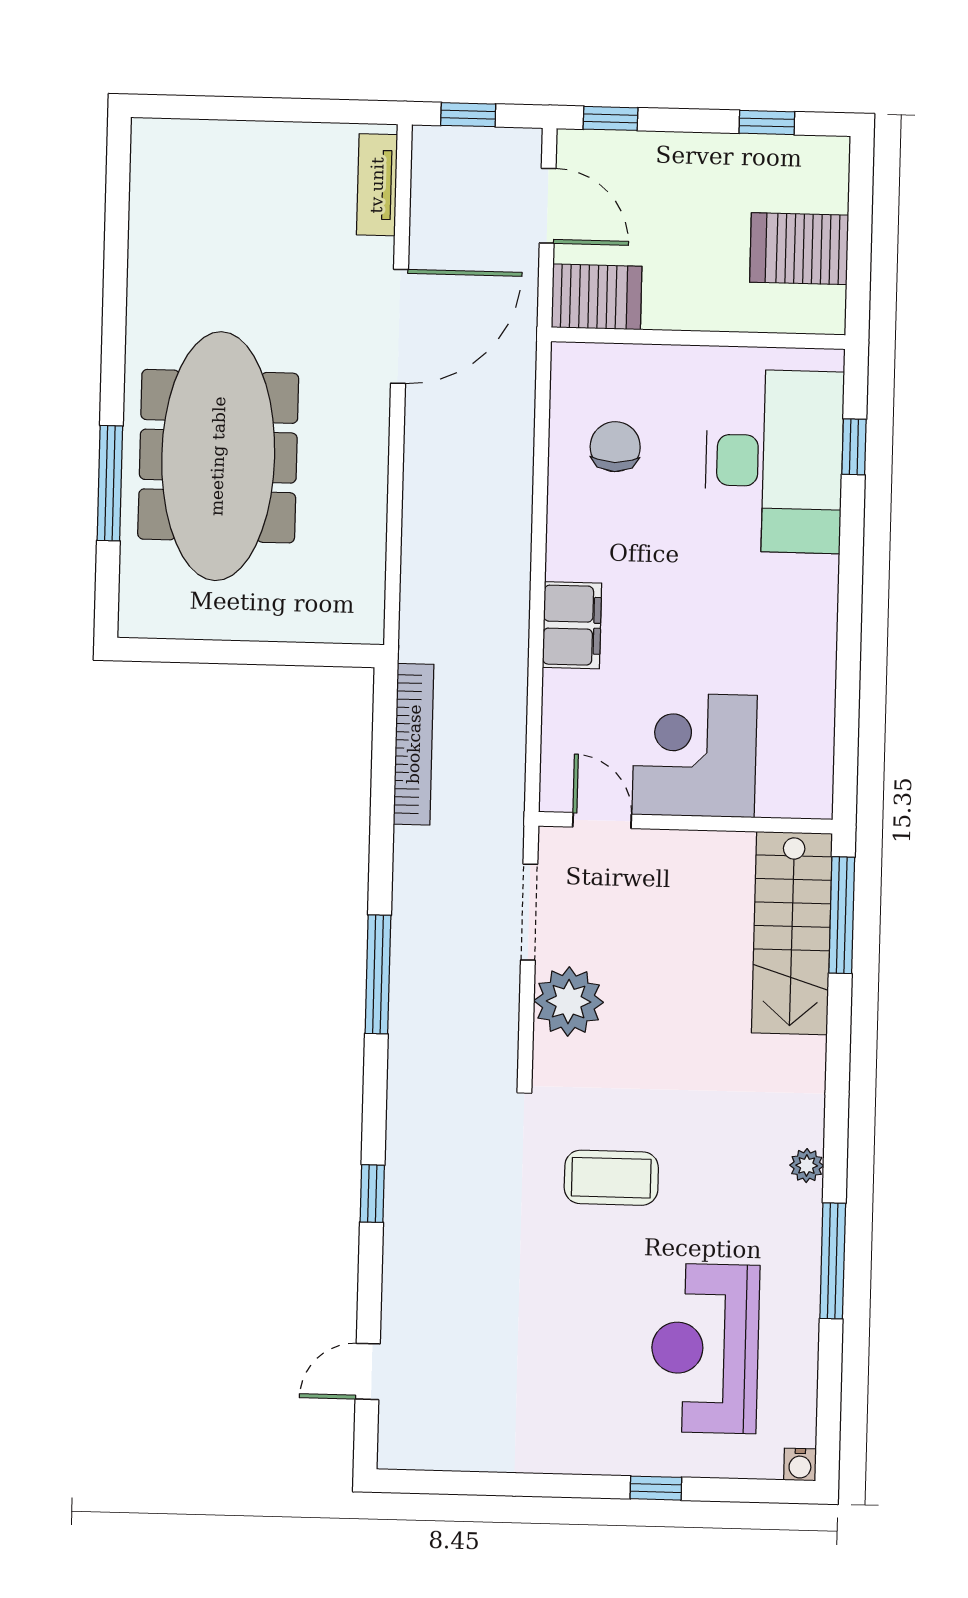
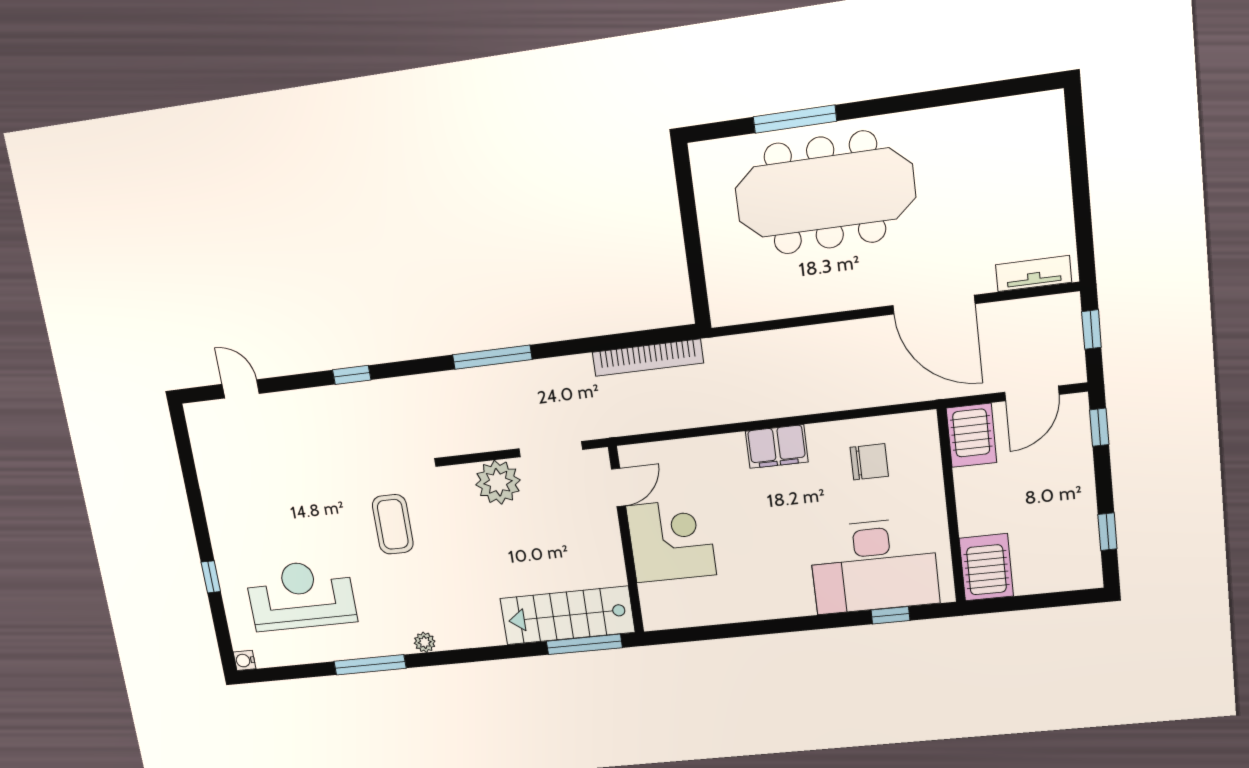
server rack: (799, 249) -> (986, 567), moved
filing cabinet: (572, 625) -> (777, 447), moved

